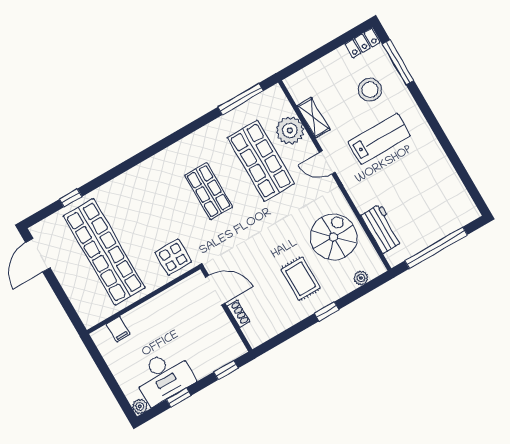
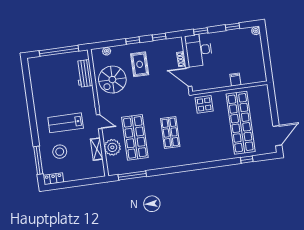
filing cabinet: (118, 329) -> (235, 80), moved
window: (288, 334) -> (159, 37), added
desk: (164, 377) -> (199, 50), moved, turned -90

